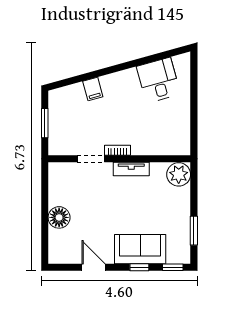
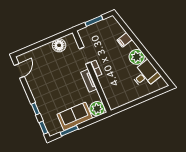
plant: (126, 82) -> (137, 57), added
floor lamp: (59, 217) -> (59, 45), moved
sofa: (140, 249) -> (75, 116), moved, turned -90
door: (93, 267) -> (19, 71), moved

